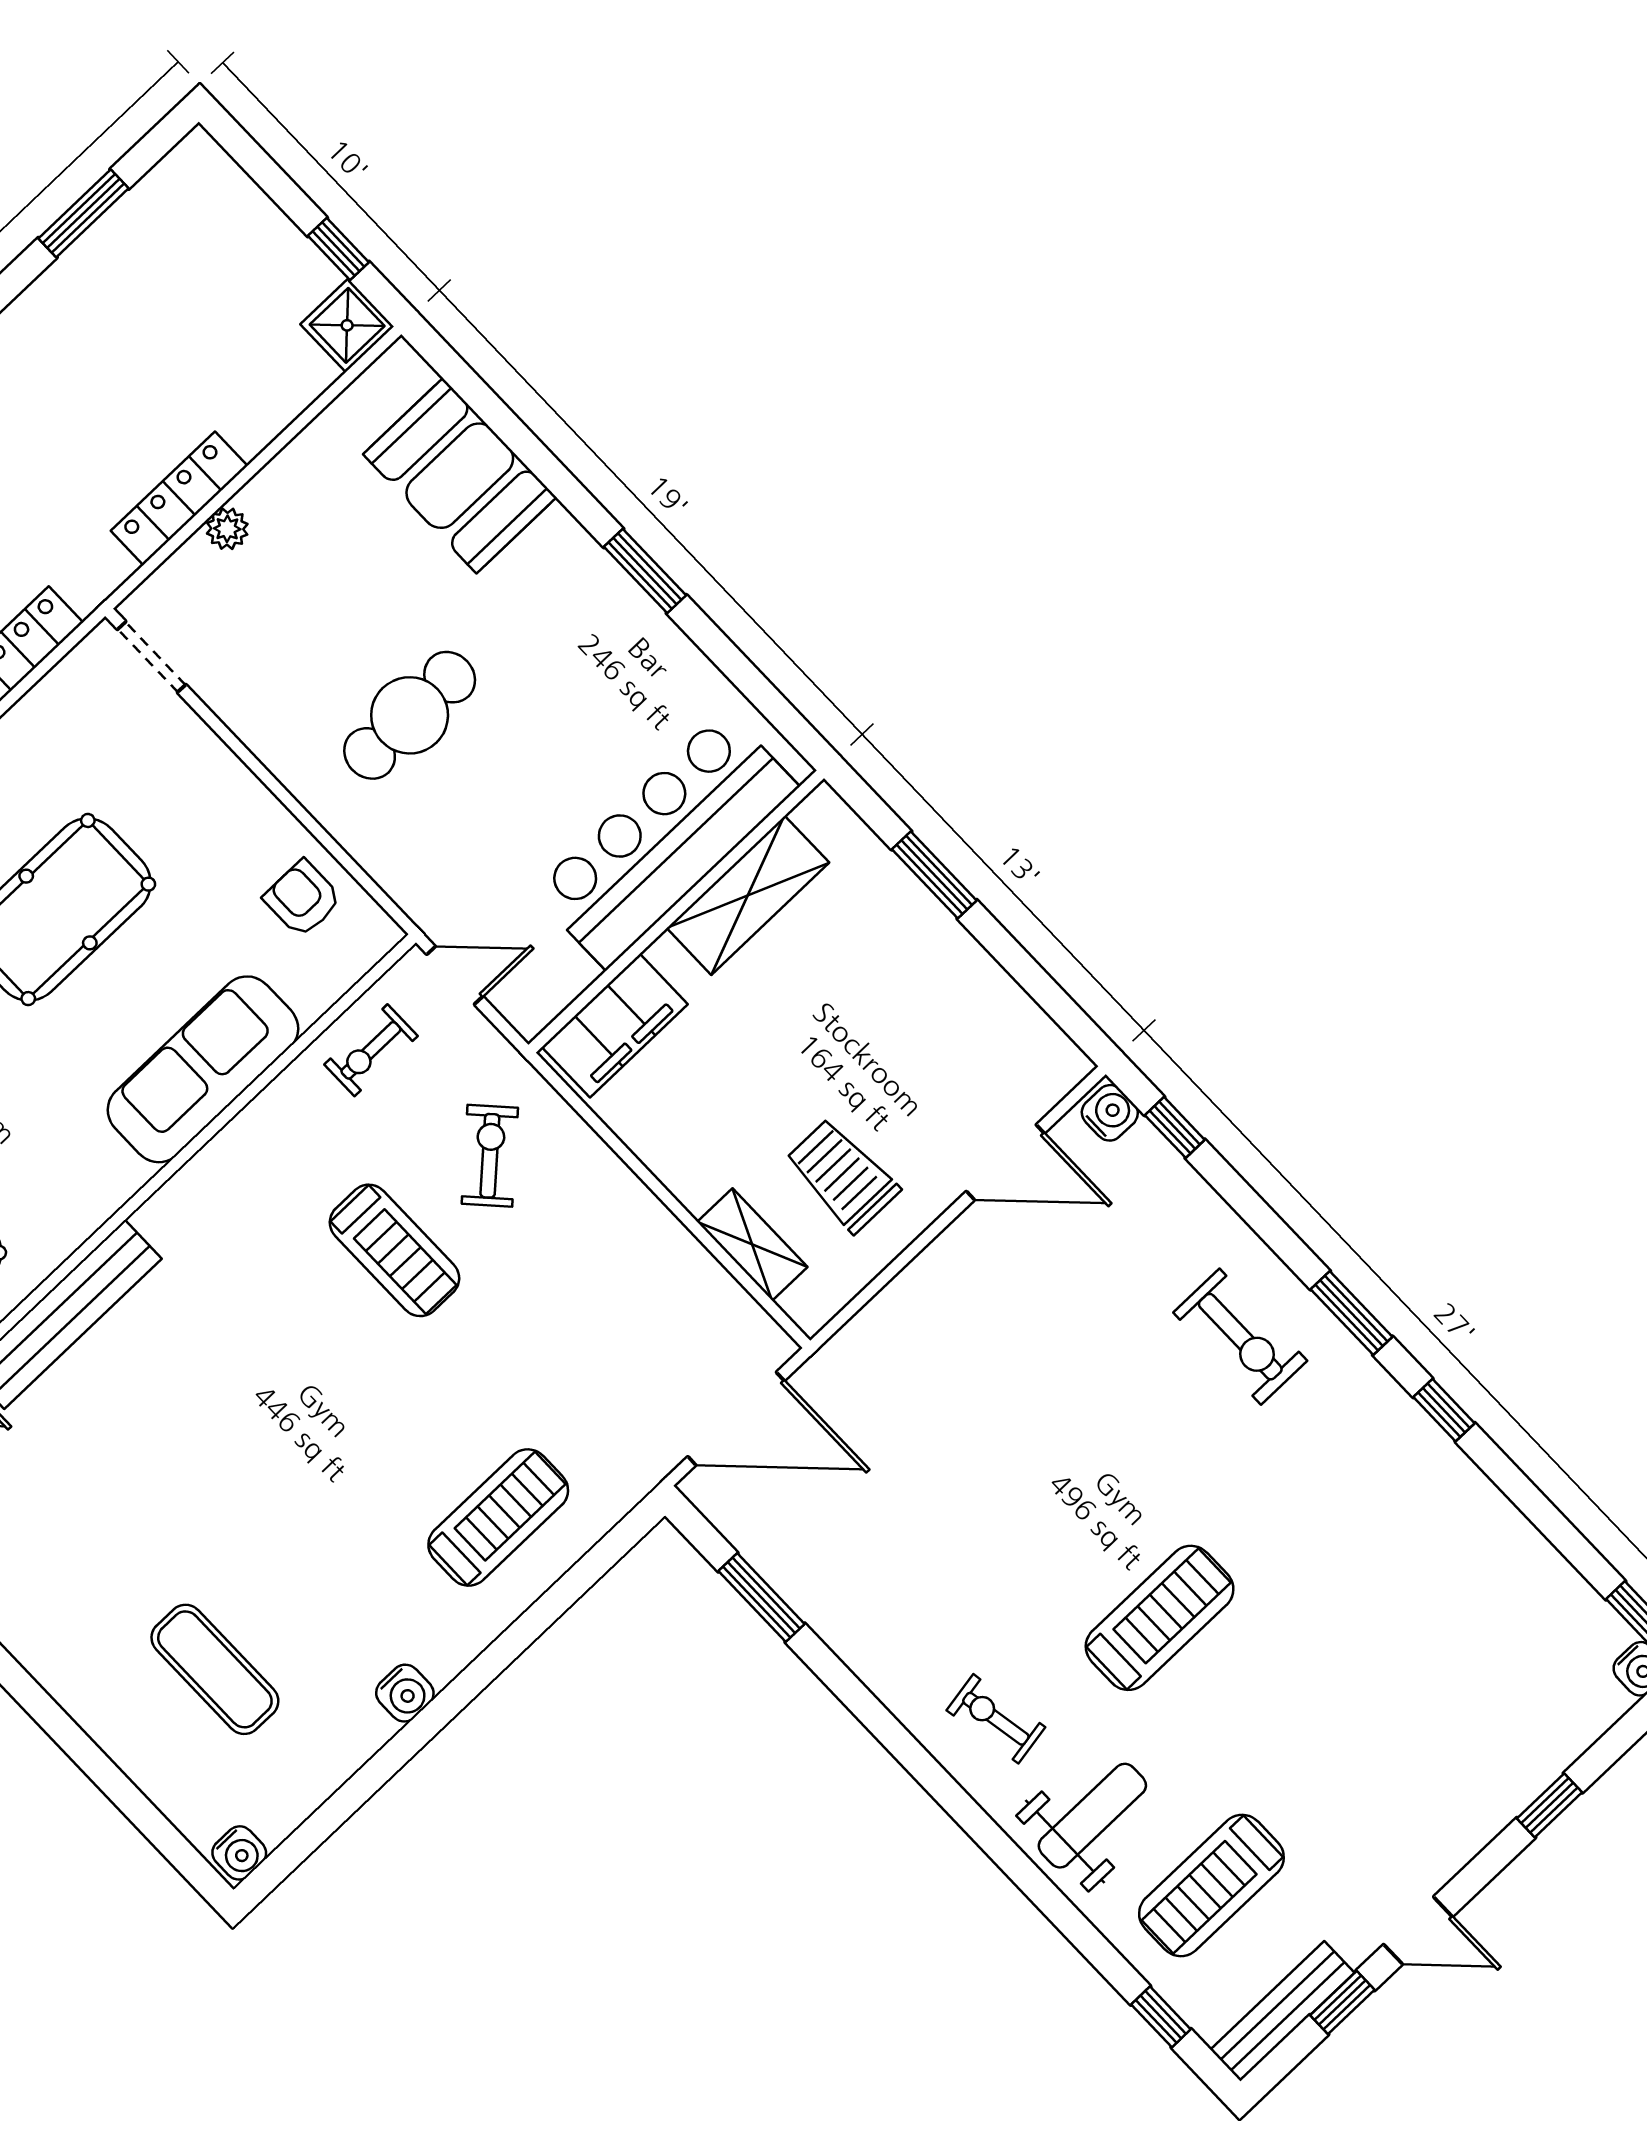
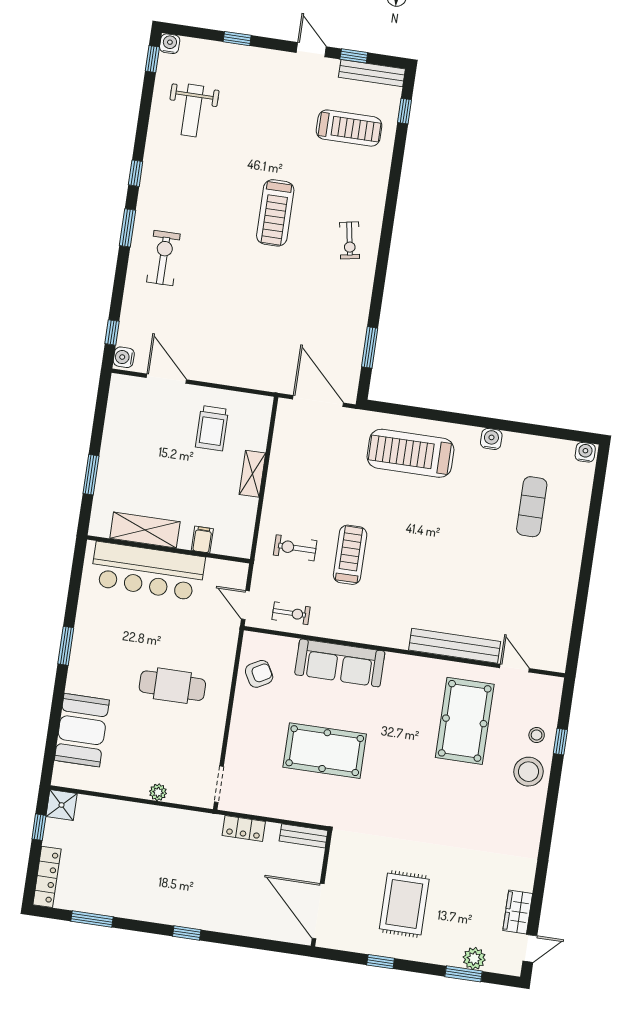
locker: (179, 498) -> (47, 877), moved, turned -90
armchair: (303, 899) -> (259, 674), turned -119
filing cabinet: (615, 1026) -> (202, 540), width x0.33, depth x0.86
exercise bike: (490, 1156) -> (295, 548), turned 43
shelving: (752, 1244) -> (252, 474), moved
treadmill: (498, 1517) -> (410, 453), width x1.37, depth x1.38
treadmill: (1160, 1618) -> (275, 213), turned -90
weight bench: (1092, 1816) -> (192, 110), moved, turned -90

